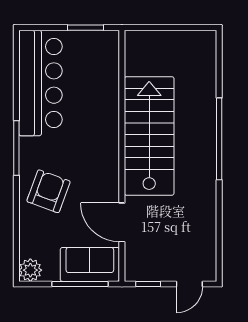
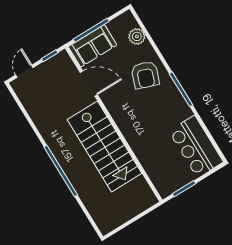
bar counter: (40, 83) -> (196, 147), width x0.73
plant: (30, 270) -> (137, 36), moved

